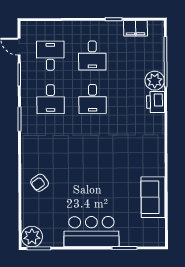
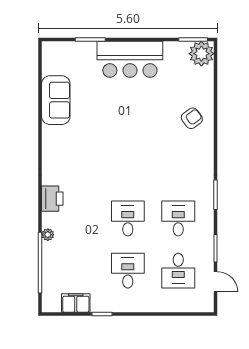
plant: (155, 81) -> (48, 235), width x0.53, depth x0.53
printer: (156, 102) -> (52, 199), moved

